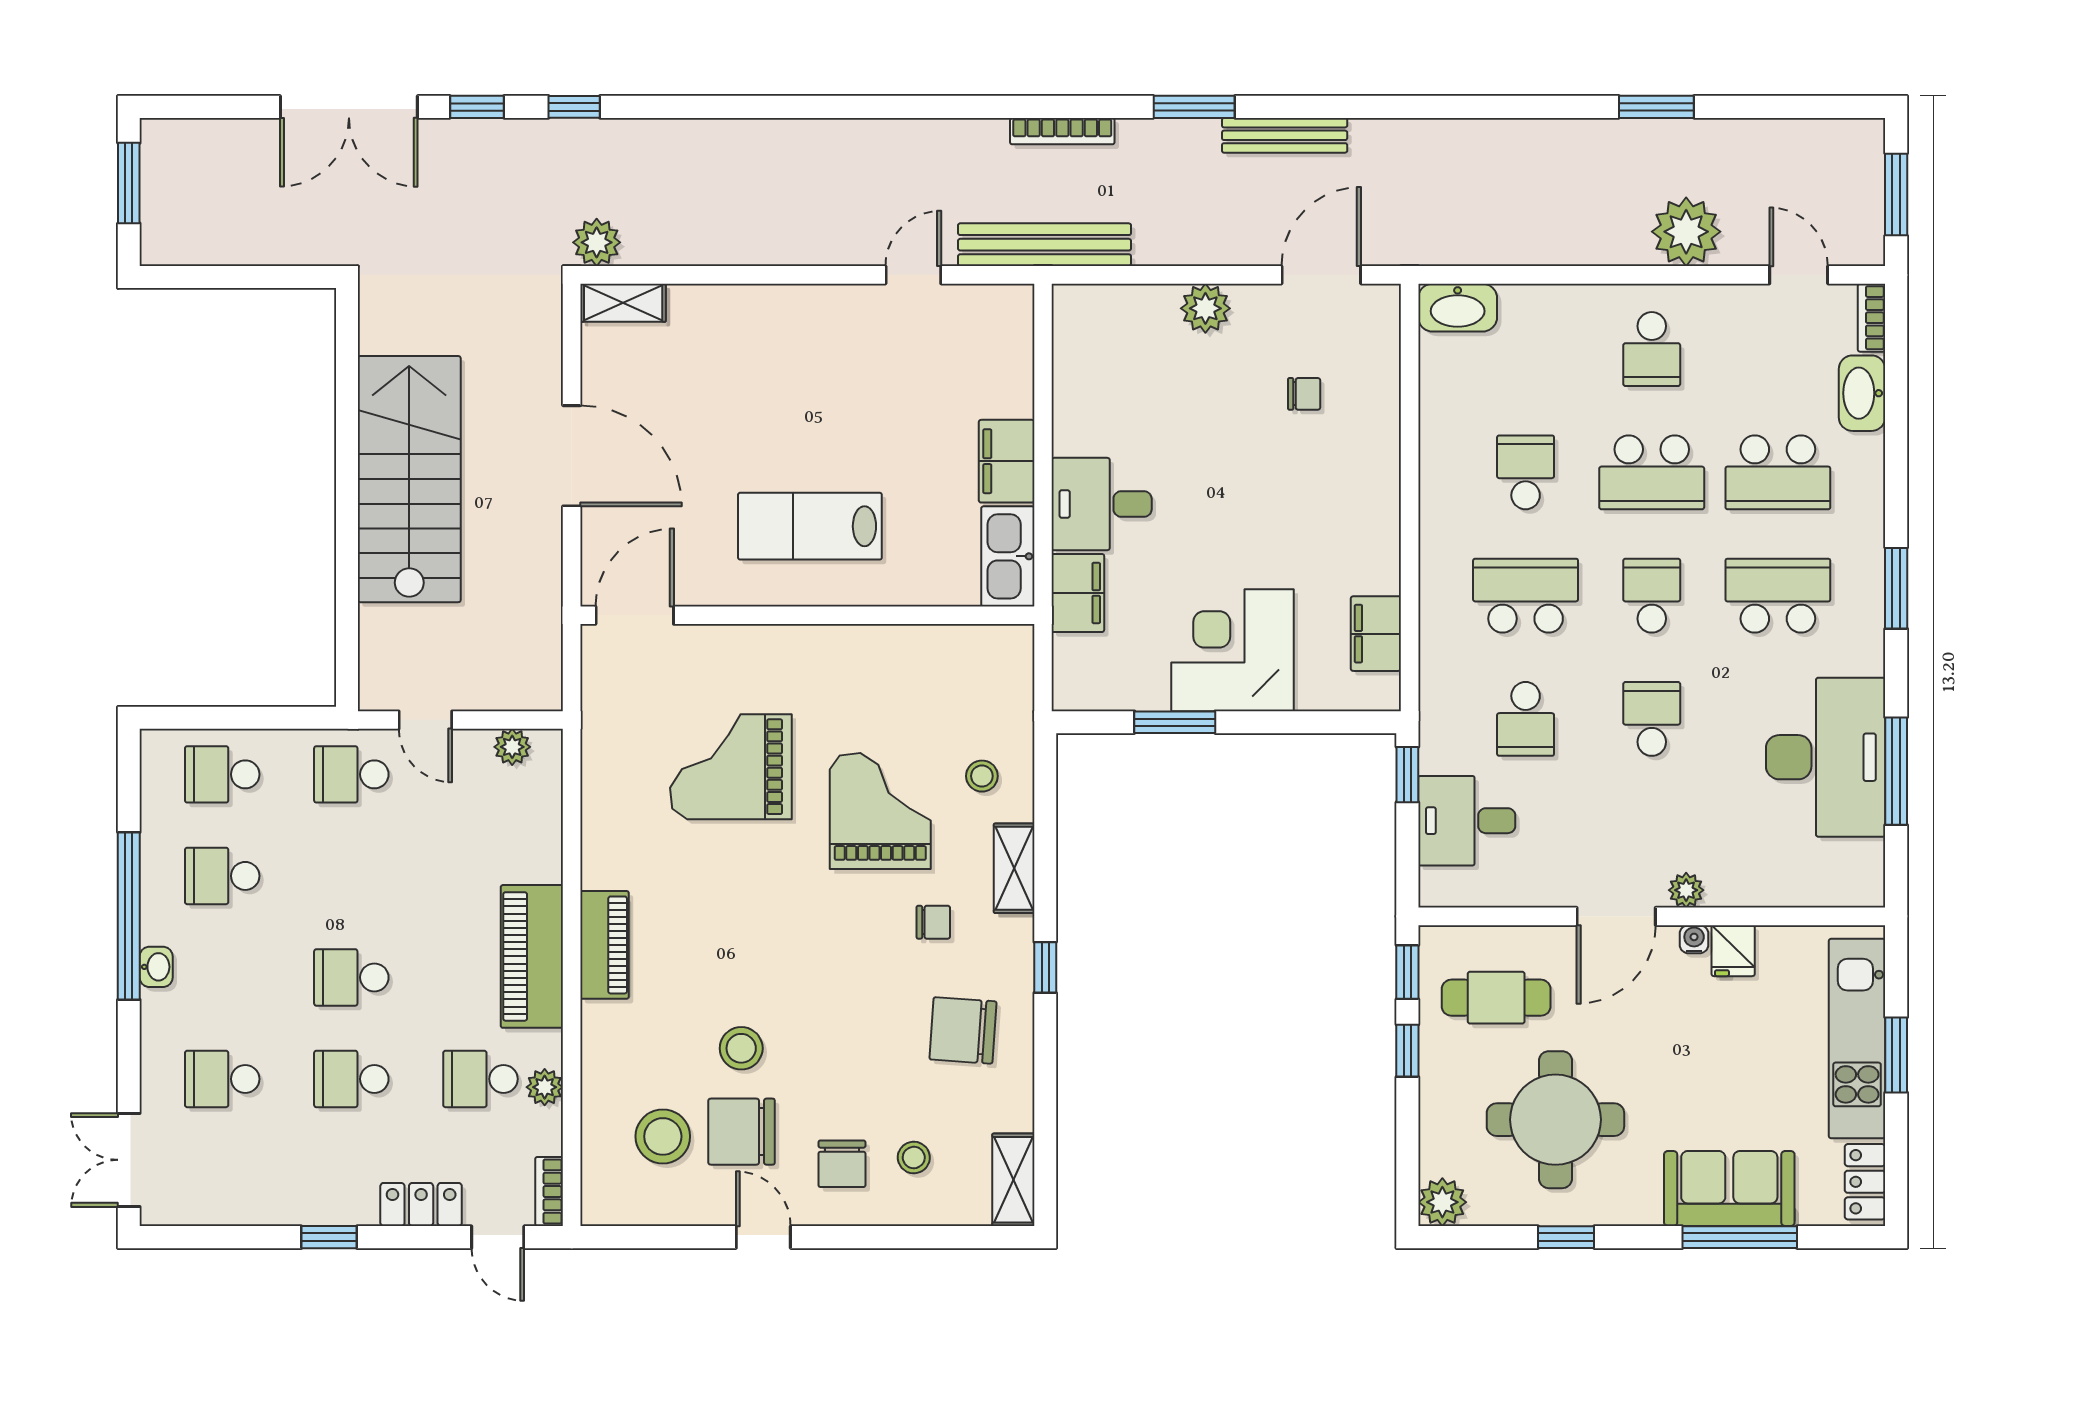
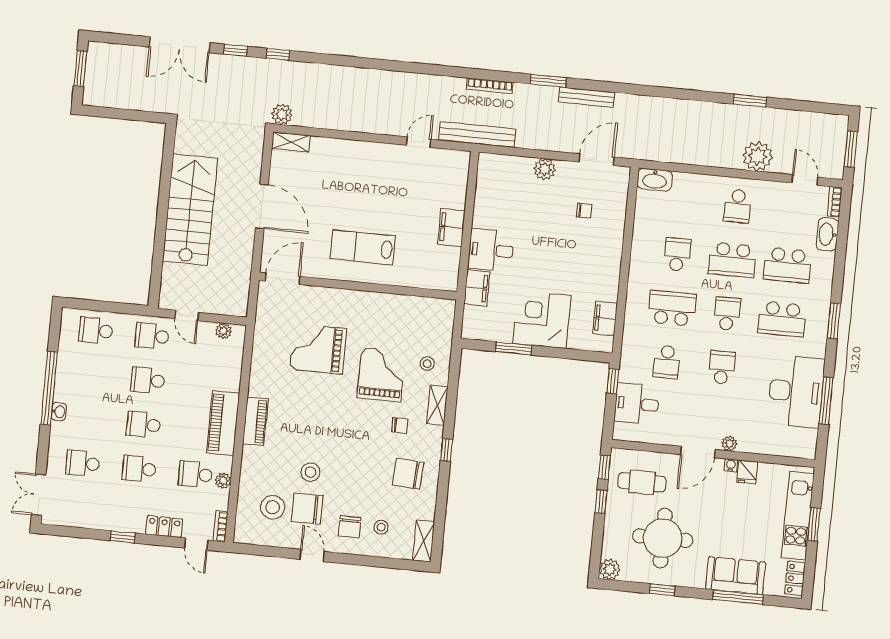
kitchen sink: (1008, 556) -> (448, 269), removed
school desk: (1778, 596) -> (782, 319), turned 180
school desk: (222, 876) -> (148, 380), moved

